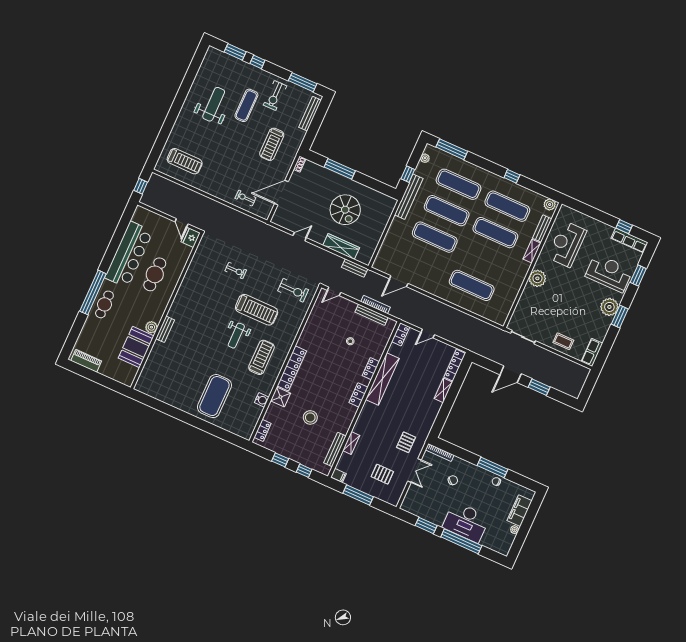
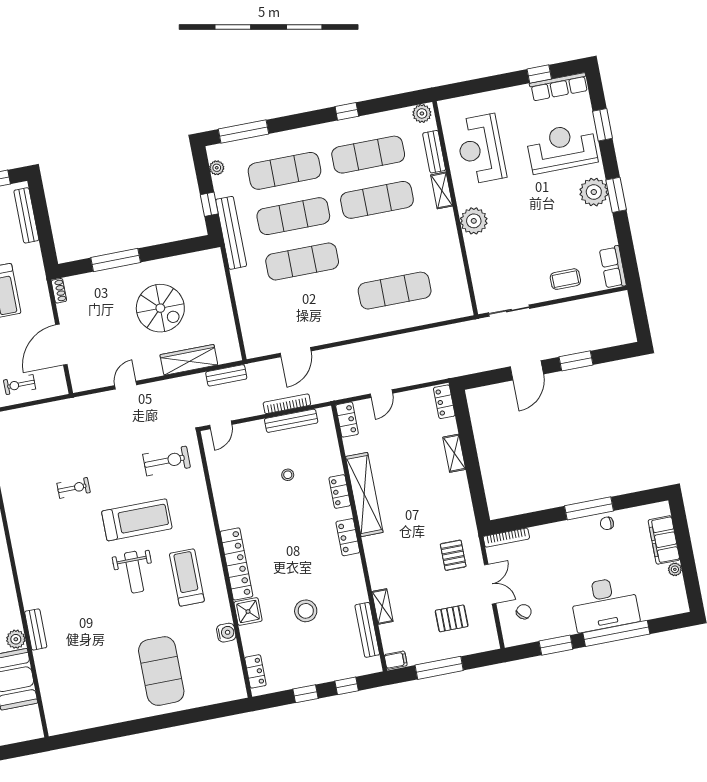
locker: (455, 365) -> (444, 402), width x0.66
chair: (453, 480) -> (524, 612), moved

